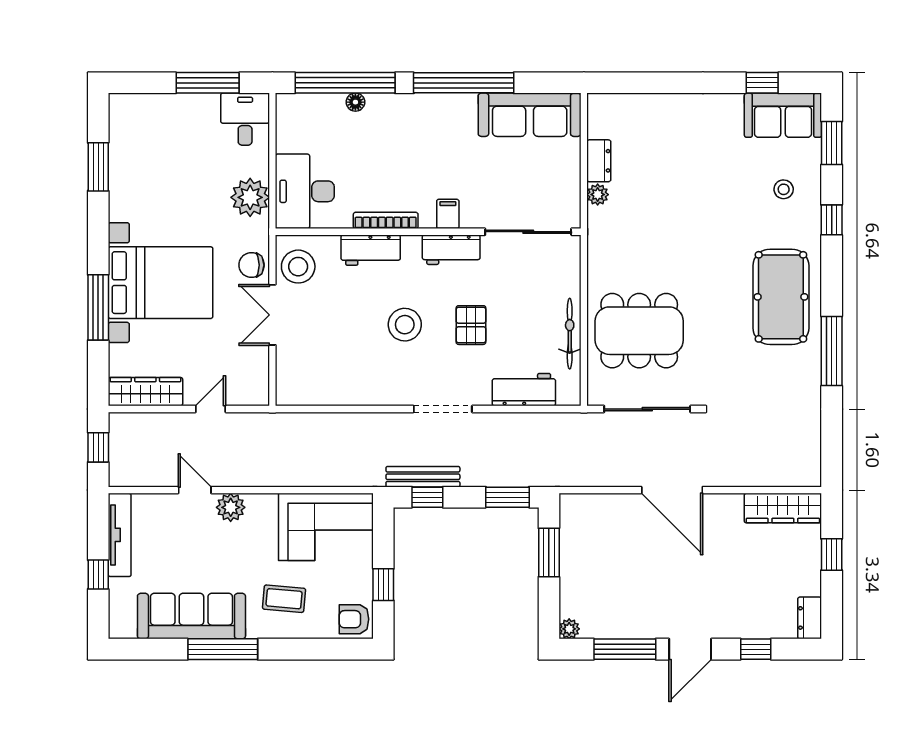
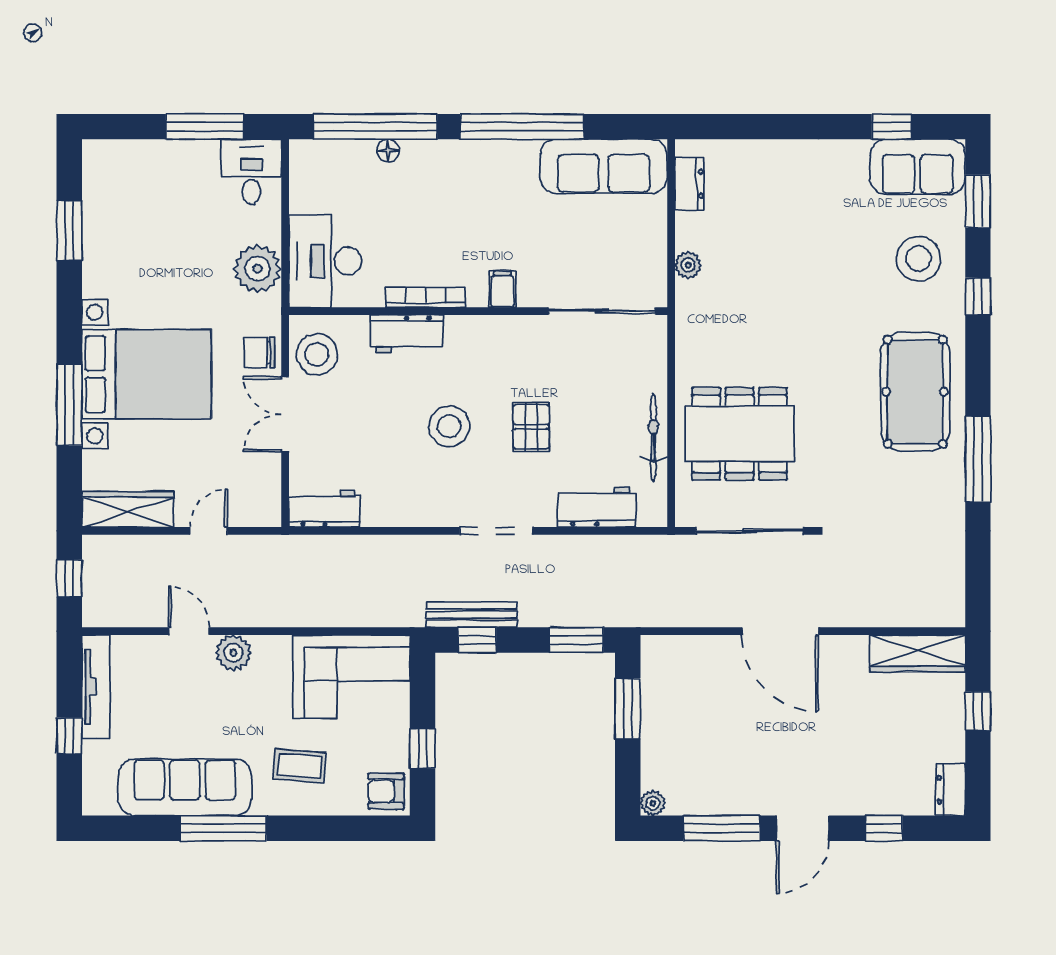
dresser: (599, 161) -> (689, 184), moved
stool: (784, 189) -> (918, 259), width x1.89, depth x1.89
workbench: (451, 250) -> (325, 509), moved, turned 180

